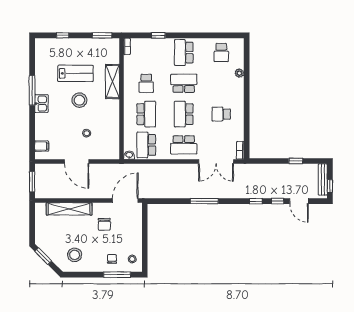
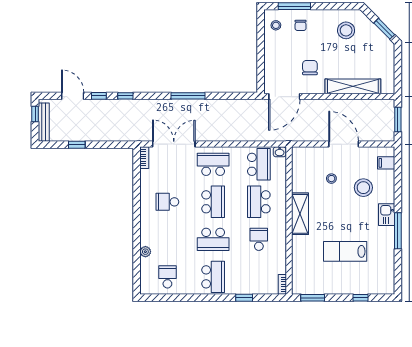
shelving: (112, 81) -> (300, 214), moved
stool: (79, 100) -> (363, 188), moved
school desk: (221, 114) -> (167, 202), turned 180

